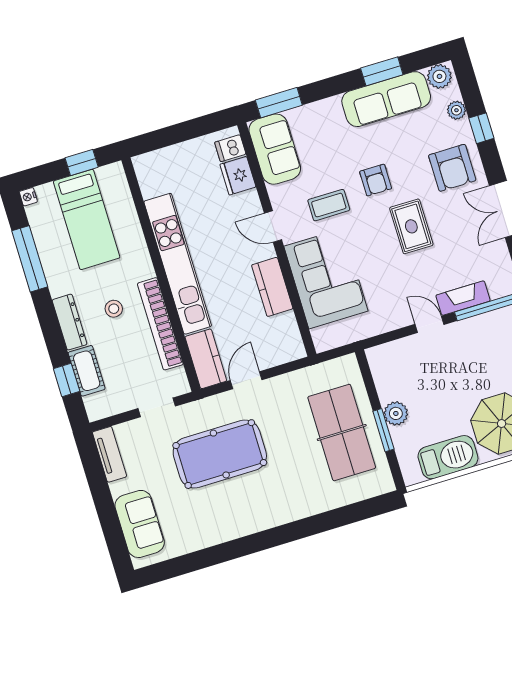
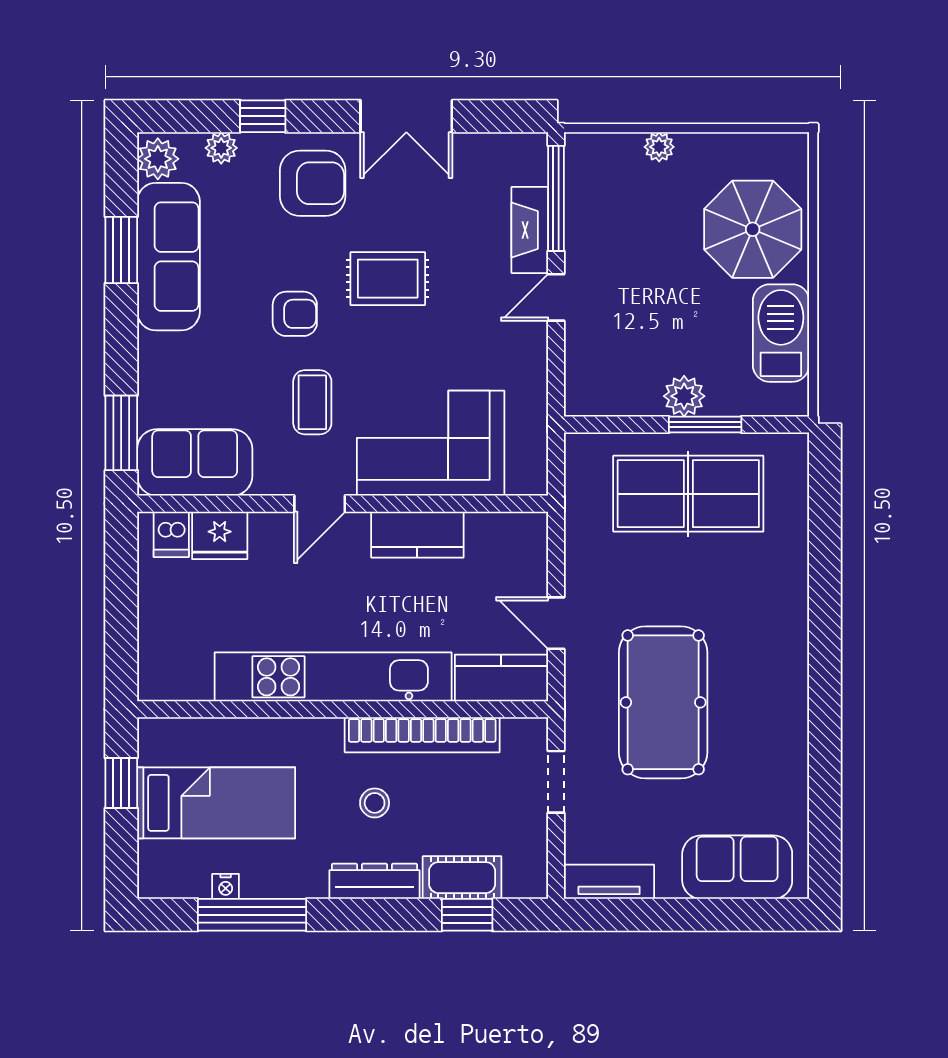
nightstand: (28, 197) -> (226, 886), moved

